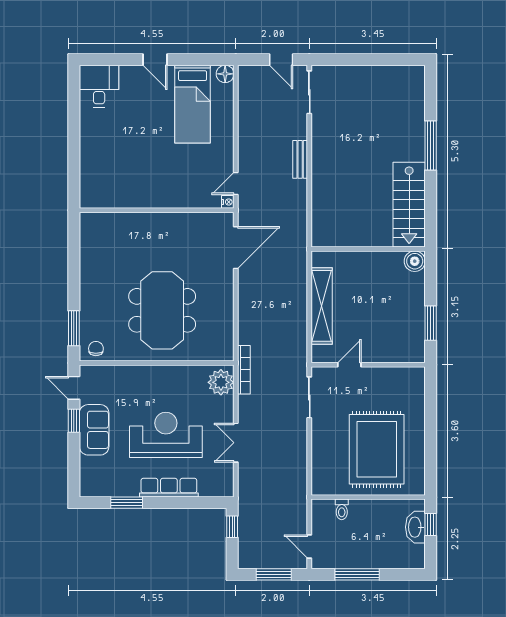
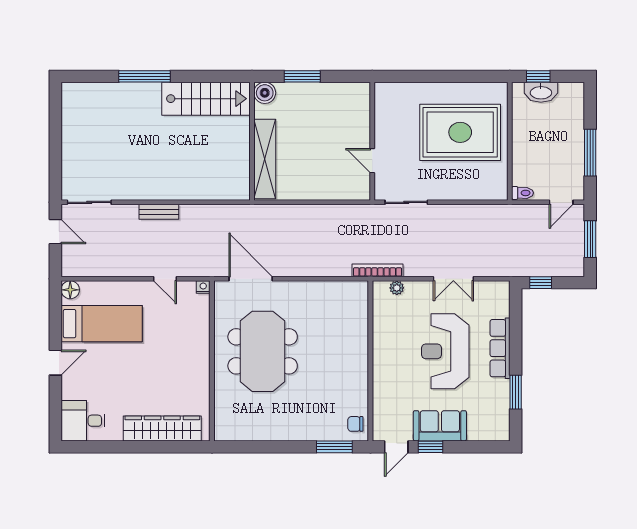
door: (281, 60) -> (55, 232), hinge flipped
wardrobe: (92, 163) -> (162, 428), added
door: (236, 184) -> (165, 279), moved
shelving: (322, 306) -> (265, 159), moved, turned 90
meeting table: (162, 310) -> (263, 351), moved, turned 90
window: (431, 323) -> (302, 76), moved
plant: (221, 382) -> (397, 288), width x0.53, depth x0.53
toilet: (342, 509) -> (523, 193), moved

